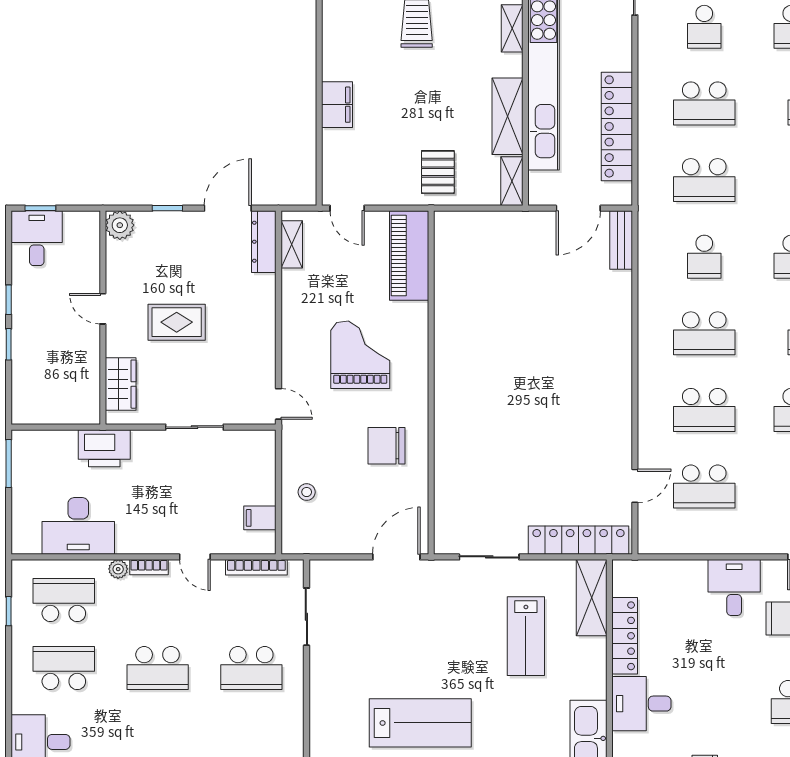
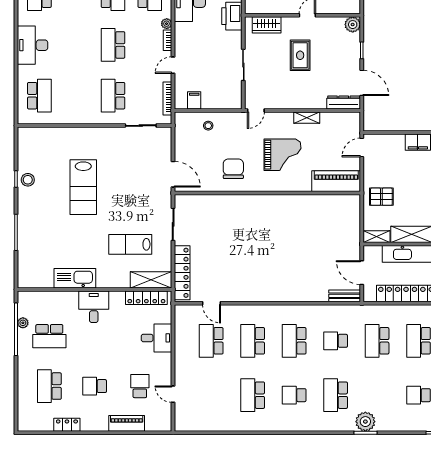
shelving: (292, 244) -> (307, 118), moved
desk: (734, 588) -> (157, 338), moved
locker: (625, 636) -> (146, 298), moved

